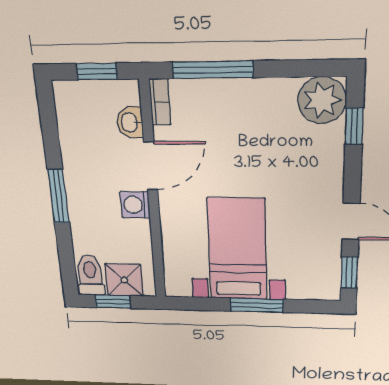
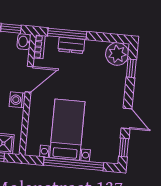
dresser: (224, 92) -> (71, 45), added
washbasin: (130, 122) -> (24, 42), moved
window: (257, 305) -> (74, 164), width x2.11

